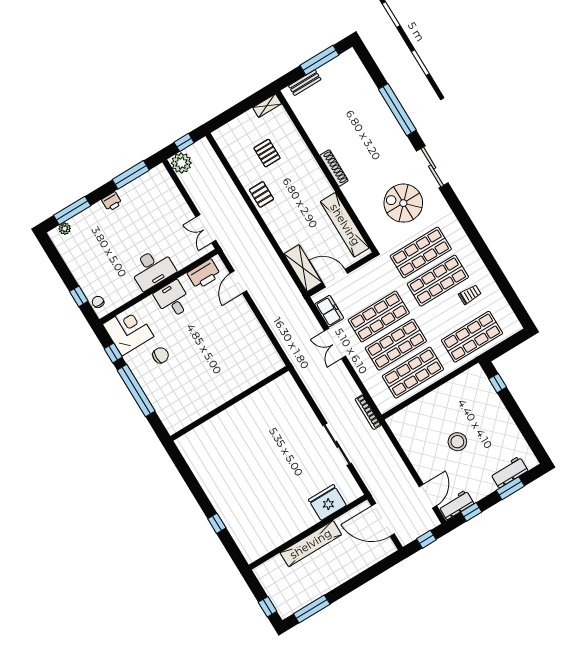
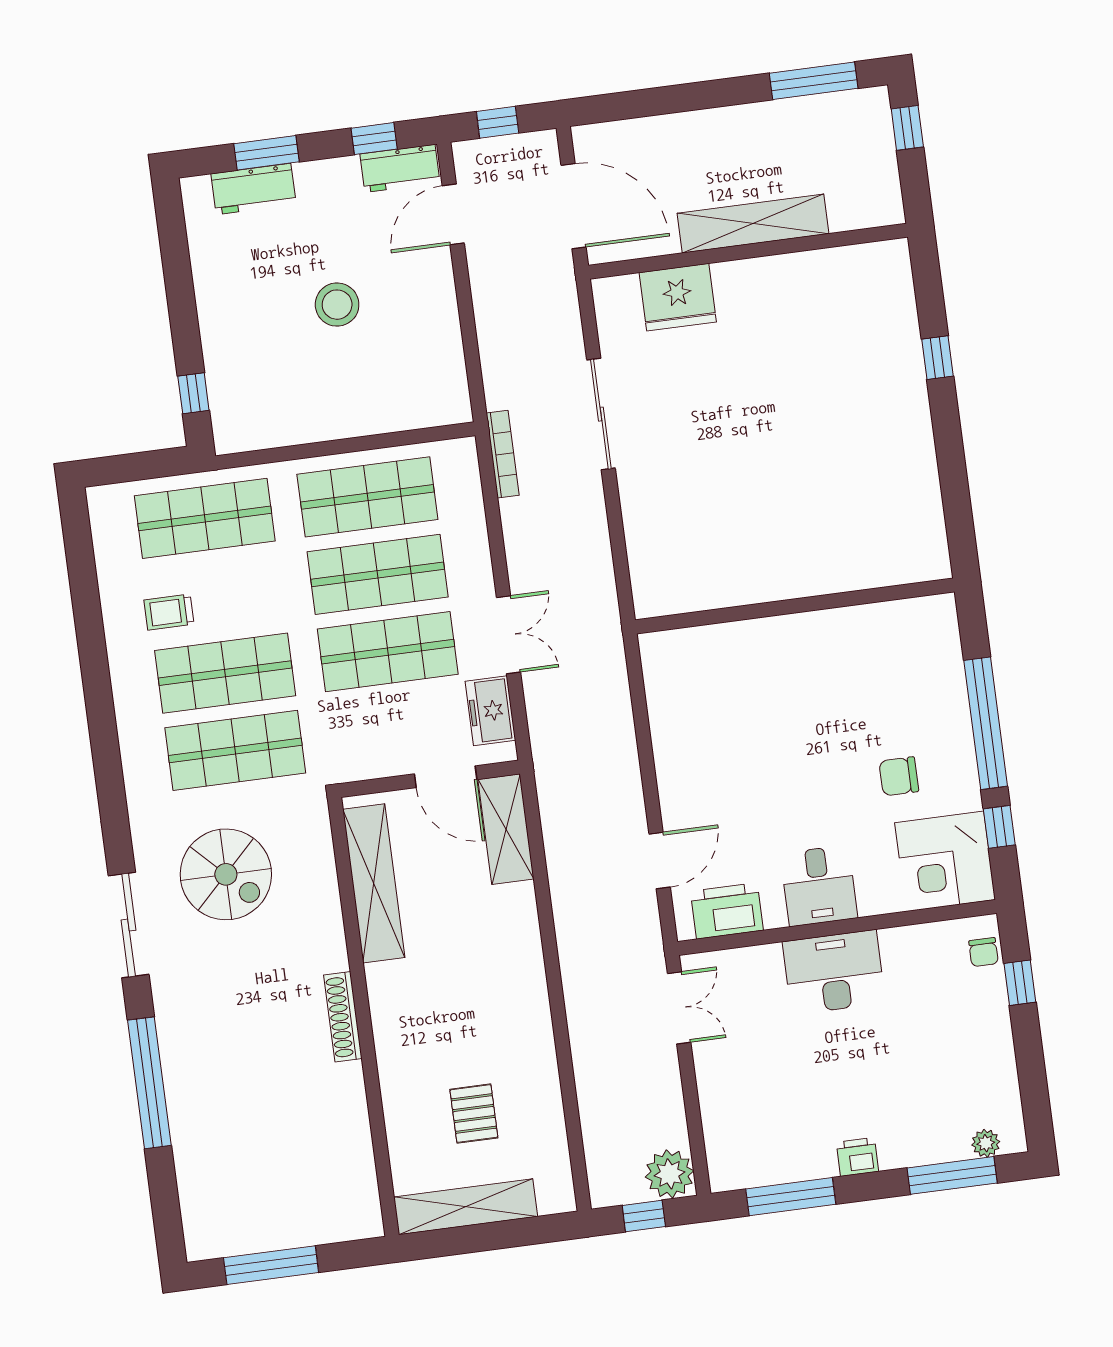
bench: (305, 83) -> (325, 1230), removed
shelving: (267, 106) -> (466, 1207), width x2.20, depth x1.33
pallet: (261, 194) -> (526, 1029), removed

